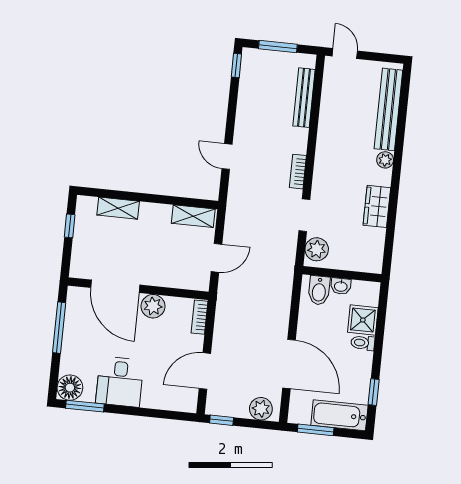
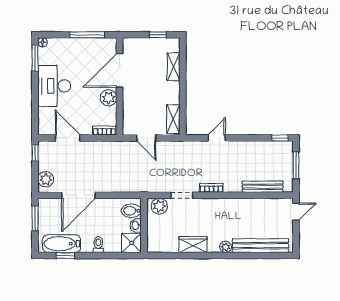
shower: (363, 320) -> (131, 243), moved
desk: (120, 382) -> (54, 86), width x1.37
floor lamp: (70, 388) -> (43, 42), width x0.53, depth x0.53
bathtub: (339, 415) -> (62, 244), moved, turned -90

